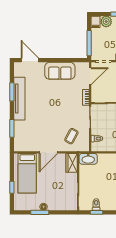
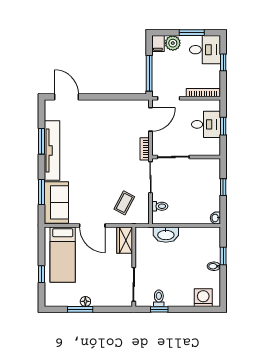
sofa: (60, 71) -> (56, 202), moved, turned -90
door: (48, 152) -> (92, 225), hinge flipped
washbasin: (88, 159) -> (166, 235), moved

